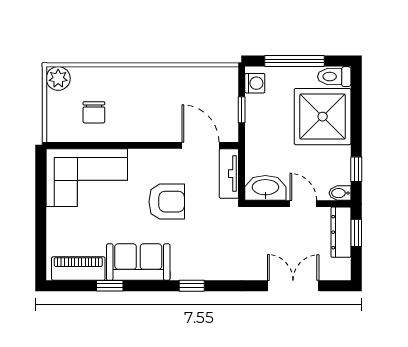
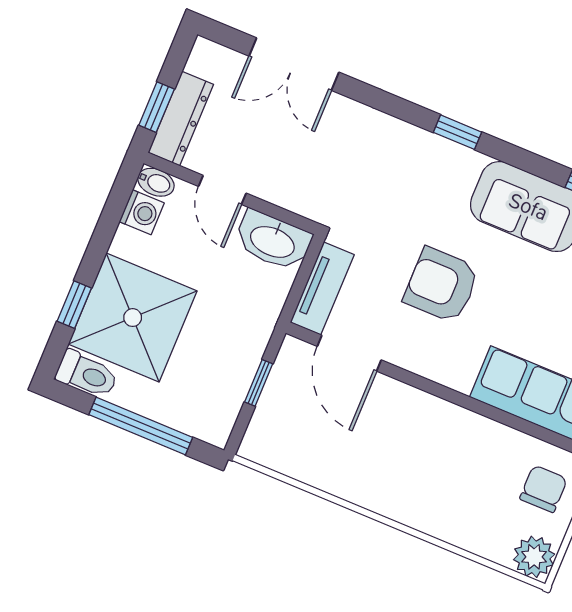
washing machine: (255, 83) -> (142, 212), moved, turned 180
chair: (94, 112) -> (544, 489), moved
window: (356, 169) -> (74, 305), moved

